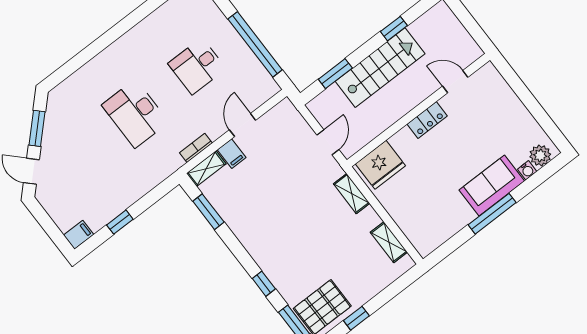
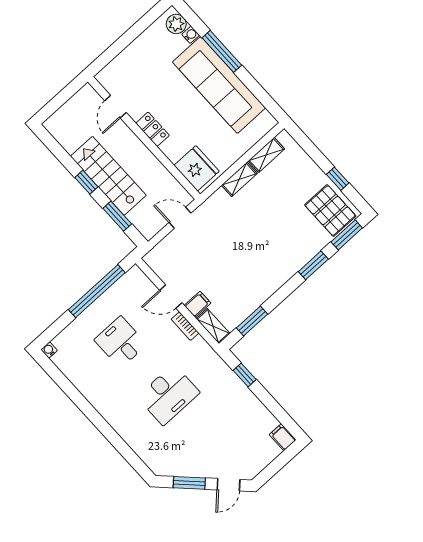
window: (394, 29) -> (86, 182), moved
desk: (197, 66) -> (121, 342), turned 180
bookcase: (196, 148) -> (185, 326), moved
sofa: (492, 185) -> (219, 85), width x1.85, depth x1.27
shelving: (352, 194) -> (239, 179), moved
window: (492, 214) -> (222, 51), moved
window: (120, 222) -> (245, 375), moved
window: (264, 284) -> (313, 265), width x1.50

